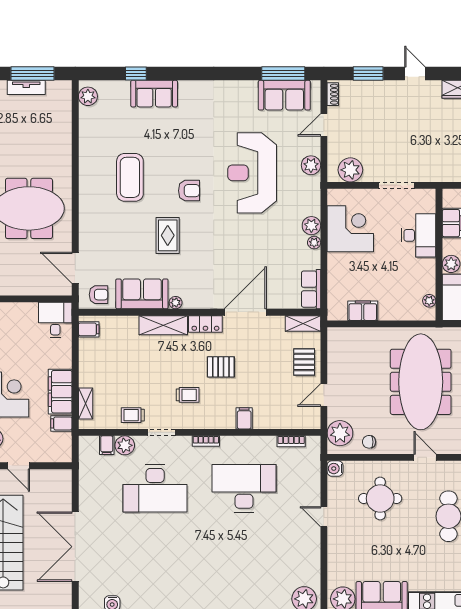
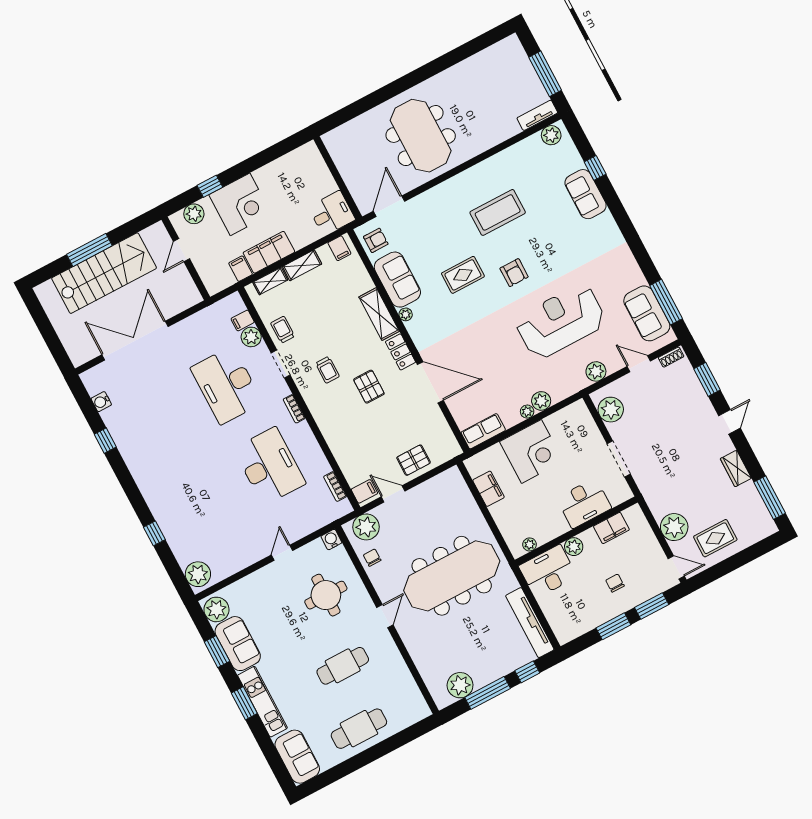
tv unit: (26, 87) -> (537, 115), moved, turned 90
corner desk: (350, 229) -> (531, 451), moved
armchair: (99, 295) -> (376, 240), turned -90
shelving: (303, 323) -> (302, 265), moved, turned 90
filing cabinet: (244, 418) -> (364, 491), moved

